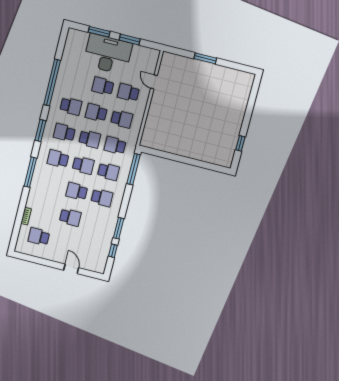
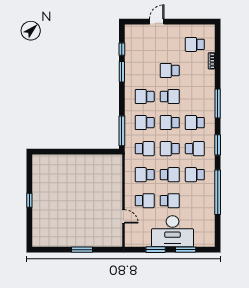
window: (240, 143) -> (29, 200), moved
school desk: (58, 159) -> (195, 123), turned 180
school desk: (39, 237) -> (195, 44), turned 180
door: (71, 269) -> (157, 22), swing flipped

